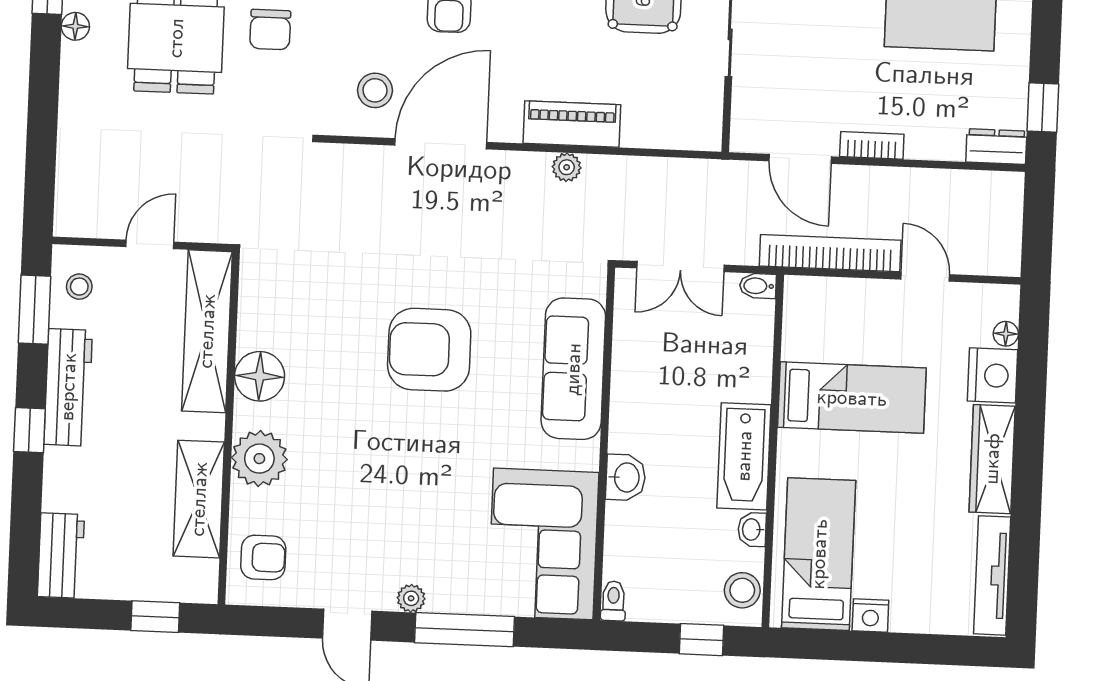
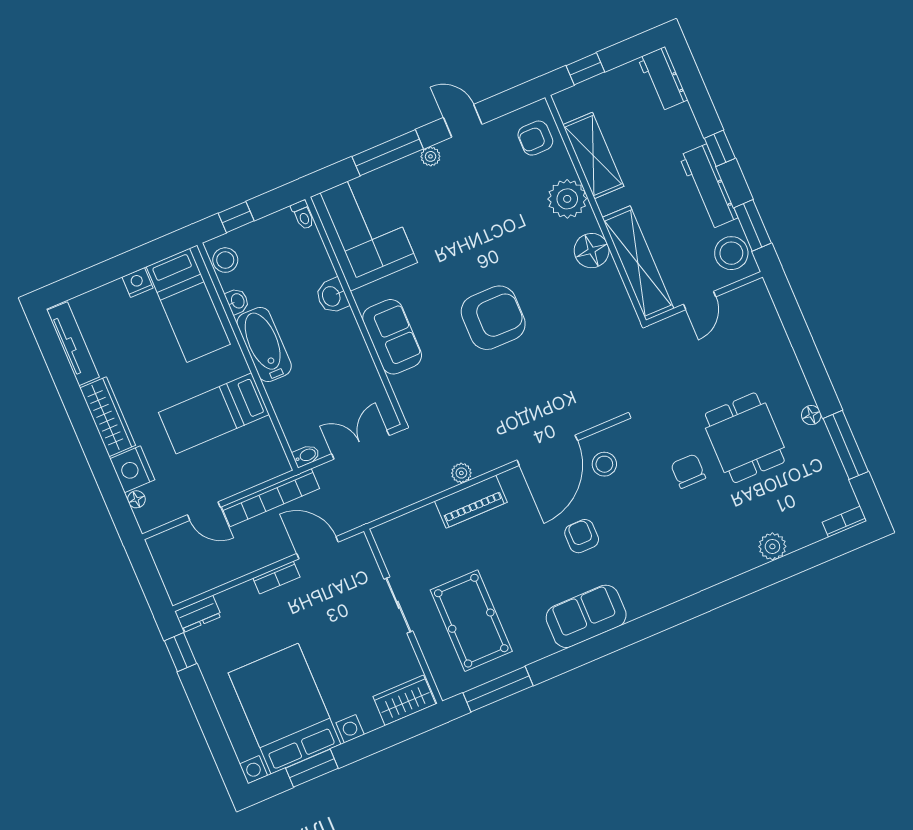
stool: (79, 287) -> (731, 253), width x1.89, depth x1.89
sofa: (573, 369) -> (392, 337), width x0.73

